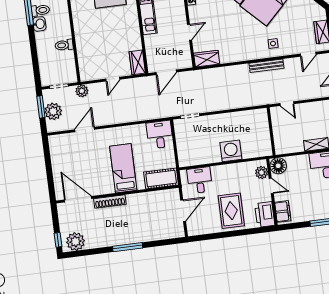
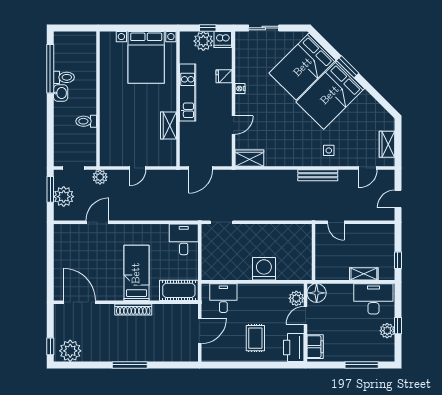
wardrobe: (137, 62) -> (168, 125), moved
door: (271, 186) -> (305, 315), swing flipped
shoe rack: (110, 202) -> (133, 310), moved
rug: (231, 211) -> (255, 338), width x0.73, depth x0.70

